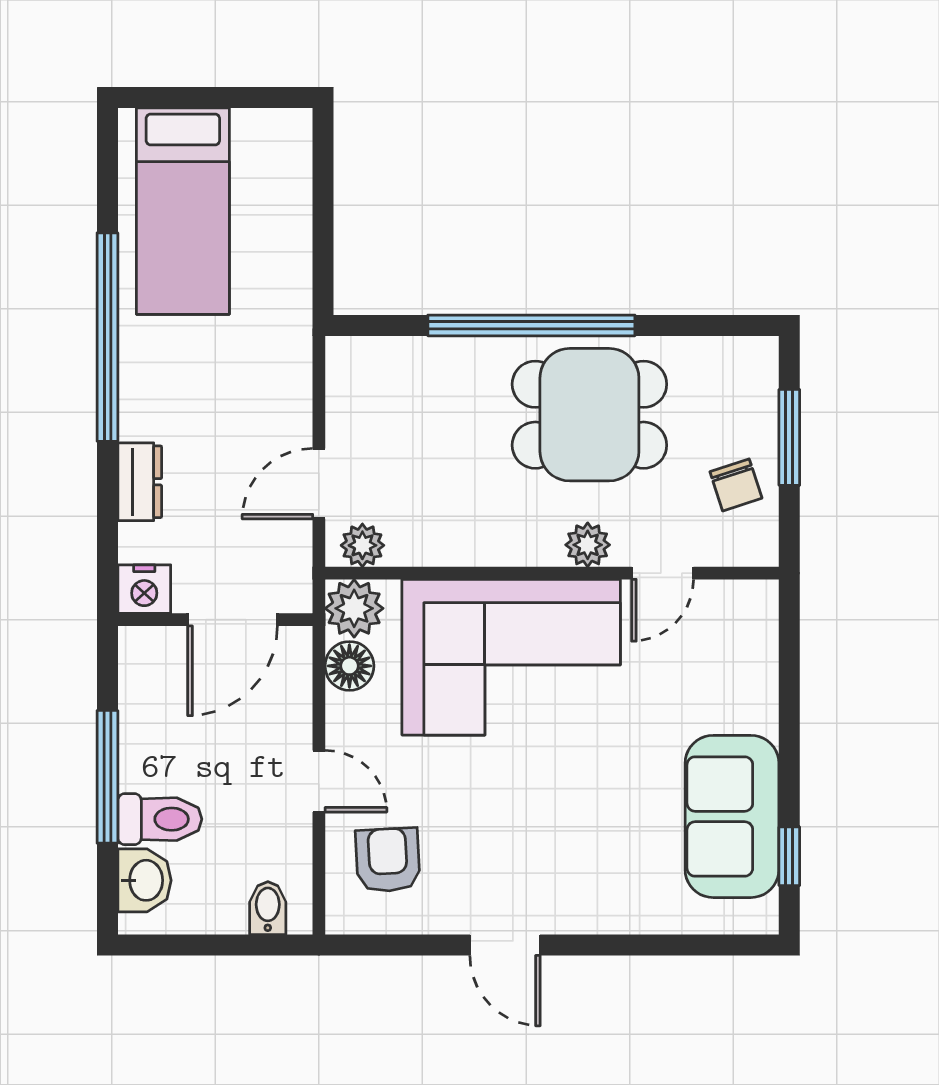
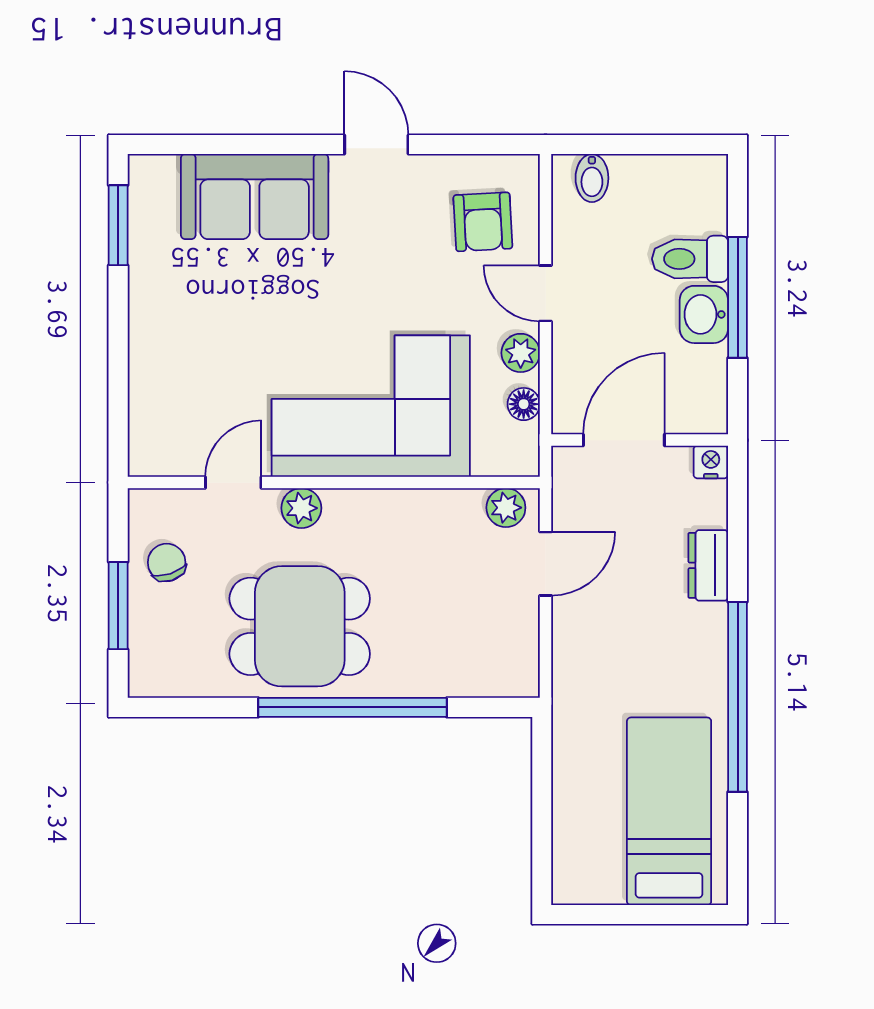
nightstand: (144, 589) -> (711, 462), width x0.72, depth x0.74
plant: (354, 608) -> (521, 353), moved, width x0.73, depth x0.73
floor lamp: (349, 666) -> (524, 404), width x0.73, depth x0.73
sofa: (732, 816) -> (255, 197), moved, turned 90
window: (789, 856) -> (118, 225), width x1.50
washbasin: (144, 880) -> (704, 314), moved

